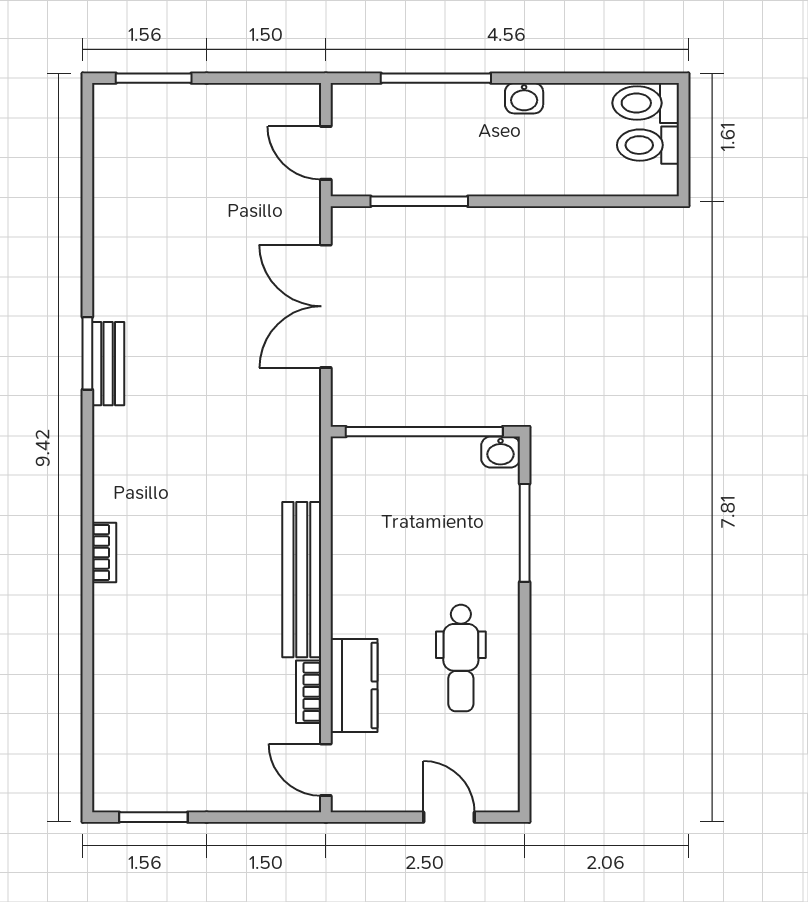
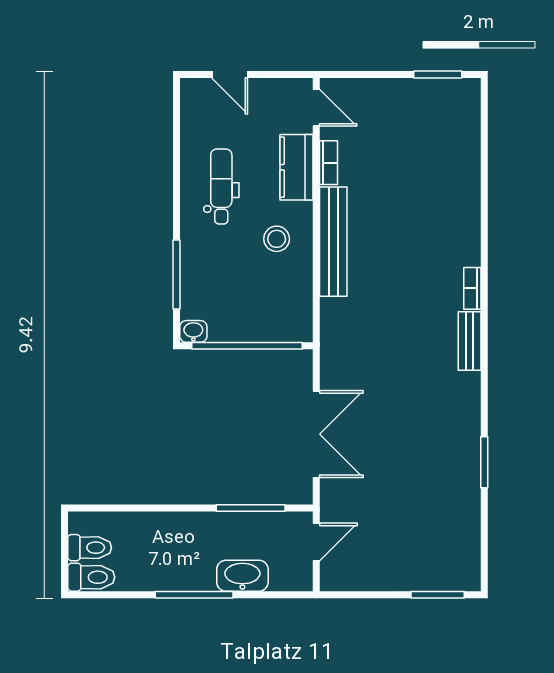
window: (436, 78) -> (194, 595), moved
washbasin: (524, 98) -> (242, 576), moved, width x1.91, depth x1.45
door: (326, 153) -> (316, 542), hinge flipped
window: (87, 353) -> (484, 462), moved
bench: (108, 364) -> (470, 341), moved
bookcase: (104, 553) -> (472, 288), moved
stool: (382, 584) -> (277, 239), added

